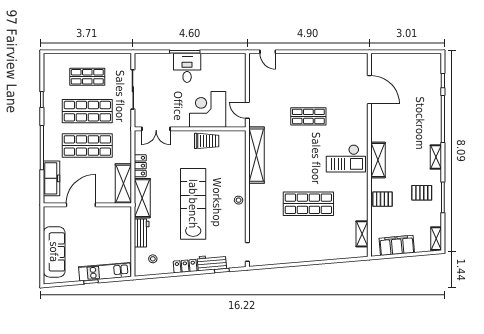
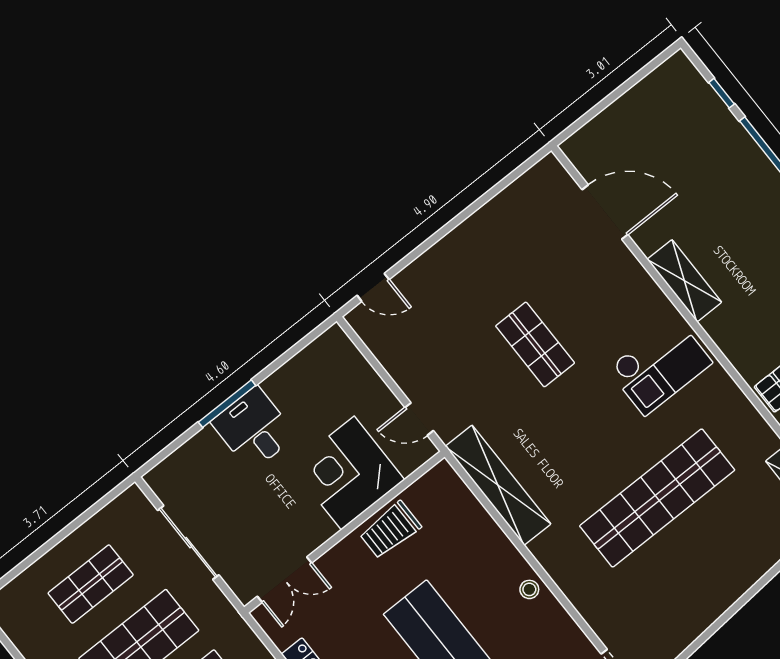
shop shelf: (308, 116) -> (535, 344), turned 90
trolley: (207, 141) -> (390, 530), turned 180
shelving: (378, 160) -> (684, 281), moved
shop shelf: (308, 204) -> (657, 498), width x1.40

